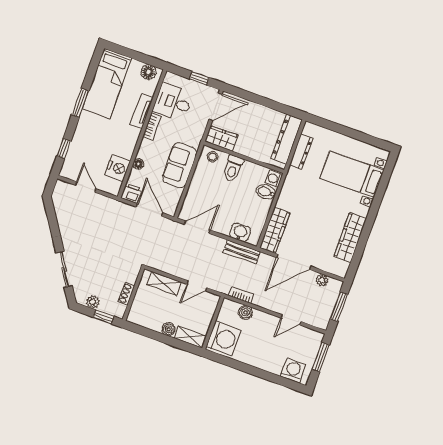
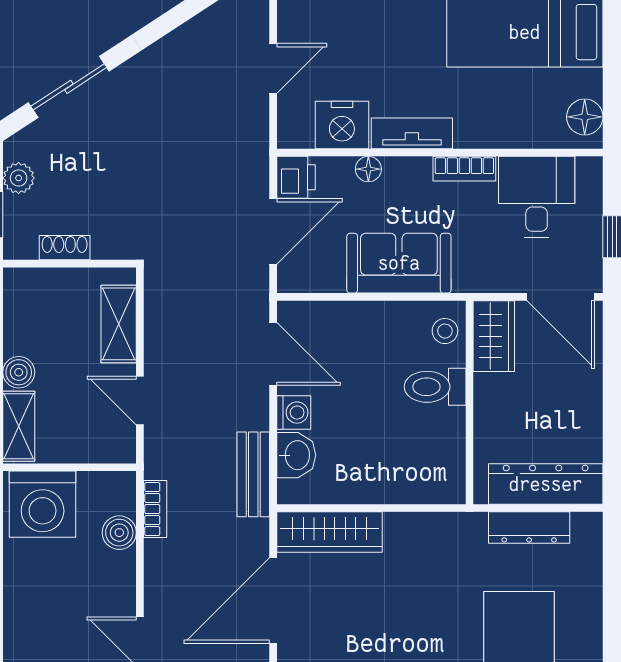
tv unit: (142, 111) -> (412, 133), moved
washing machine: (274, 179) -> (294, 413), moved, turned 90
bidet: (266, 192) -> (409, 480), removed
door: (294, 262) -> (273, 601), hinge flipped

